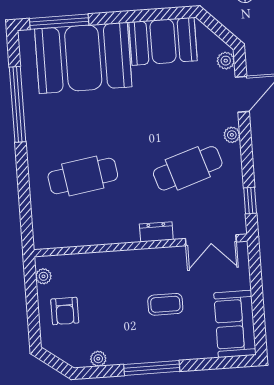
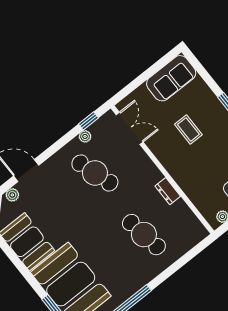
plant: (232, 135) -> (85, 136), moved
dresser: (156, 232) -> (168, 191), moved

